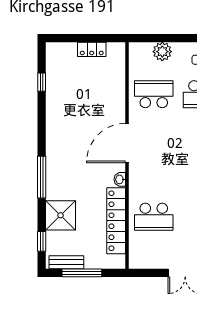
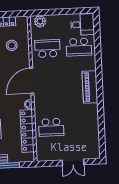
plant: (162, 52) -> (40, 21), moved
stool: (98, 87) -> (12, 45), added

